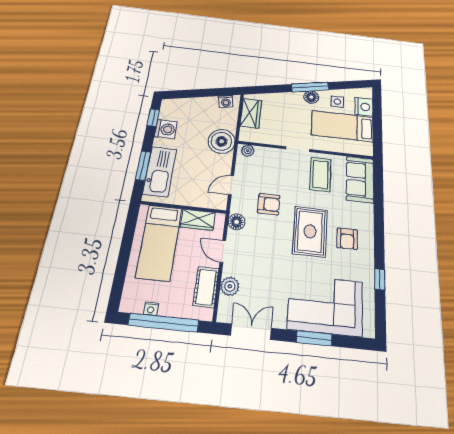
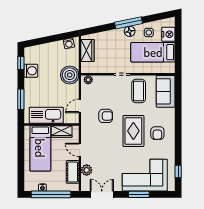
kitchen sink: (160, 172) -> (46, 115), moved, turned -90
floor lamp: (237, 222) -> (86, 130), removed
window: (380, 279) -> (178, 172), moved

